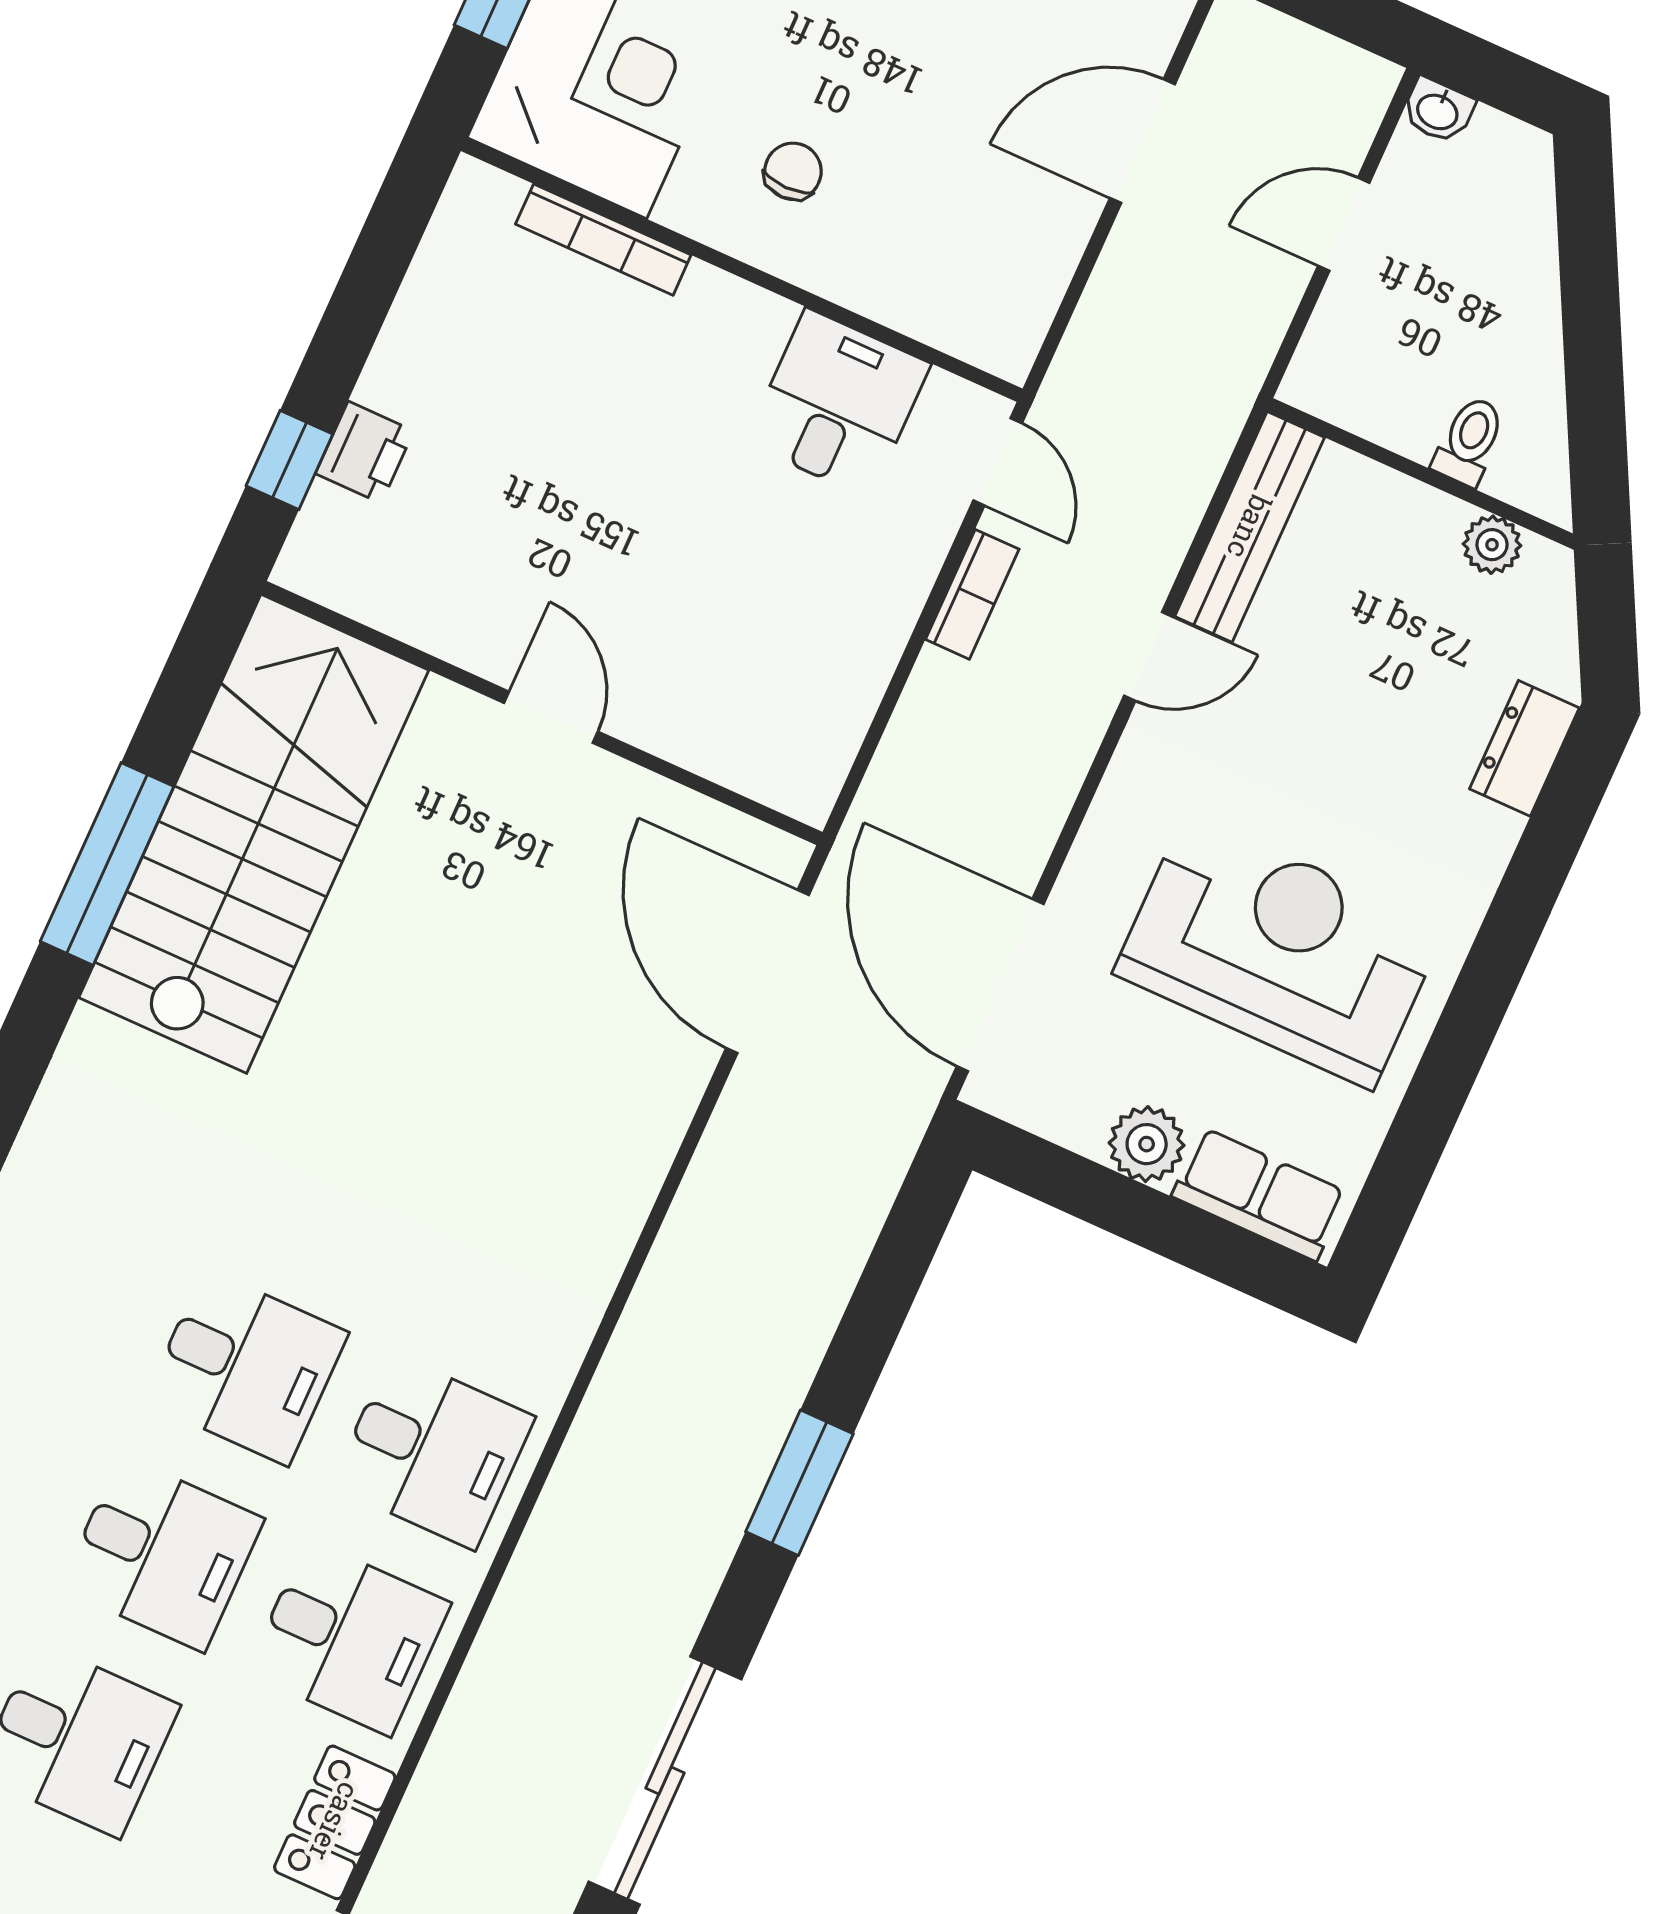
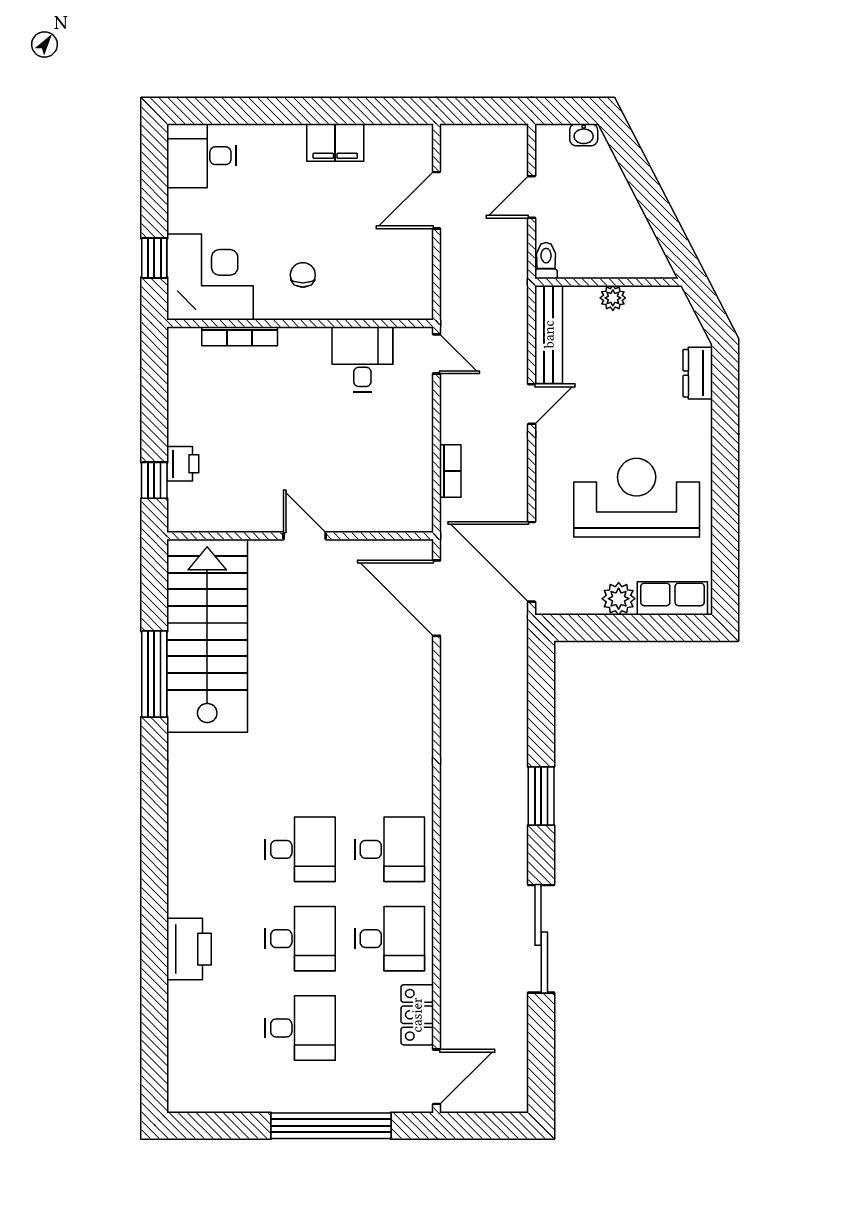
washbasin: (1438, 111) -> (584, 135), moved
toilet: (1469, 441) -> (546, 261), moved
plant: (1492, 545) -> (613, 298), moved
bookcase: (972, 594) -> (450, 471), moved

